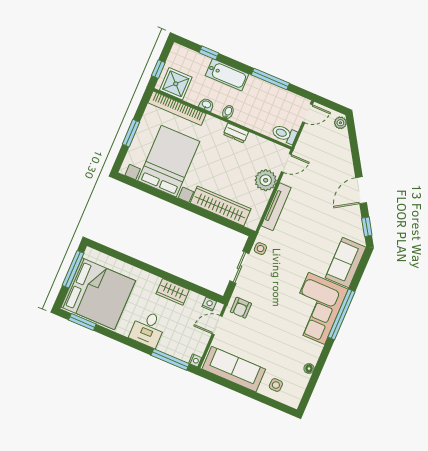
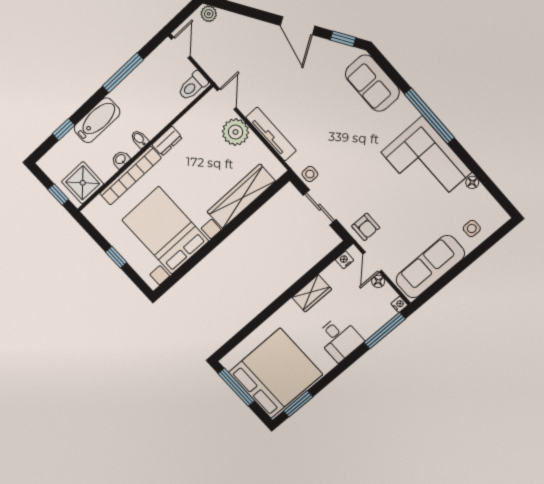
bookcase: (177, 108) -> (130, 176), moved
window: (131, 133) -> (116, 257), width x0.67
corner sofa: (317, 308) -> (426, 162), moved
floor lamp: (205, 336) -> (378, 281), added

